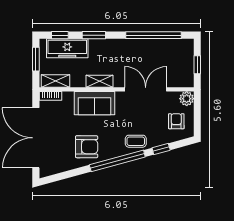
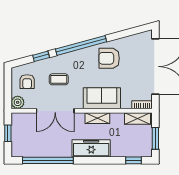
window: (94, 35) -> (102, 160), removed
freezer: (67, 48) -> (91, 148), moved
coffee table: (136, 141) -> (59, 79), moved

